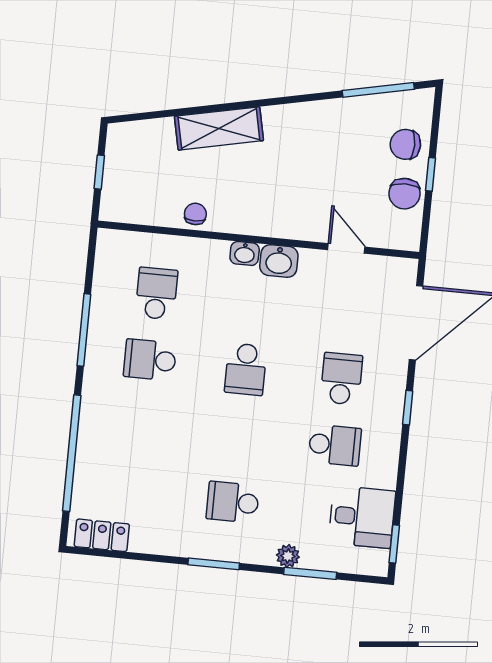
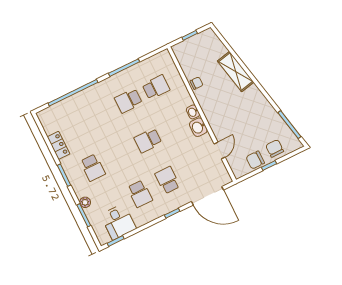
school desk: (150, 360) -> (128, 101), turned -90
school desk: (341, 379) -> (167, 180), turned -90
school desk: (233, 502) -> (93, 168), turned 180
locker: (102, 535) -> (58, 145), moved

